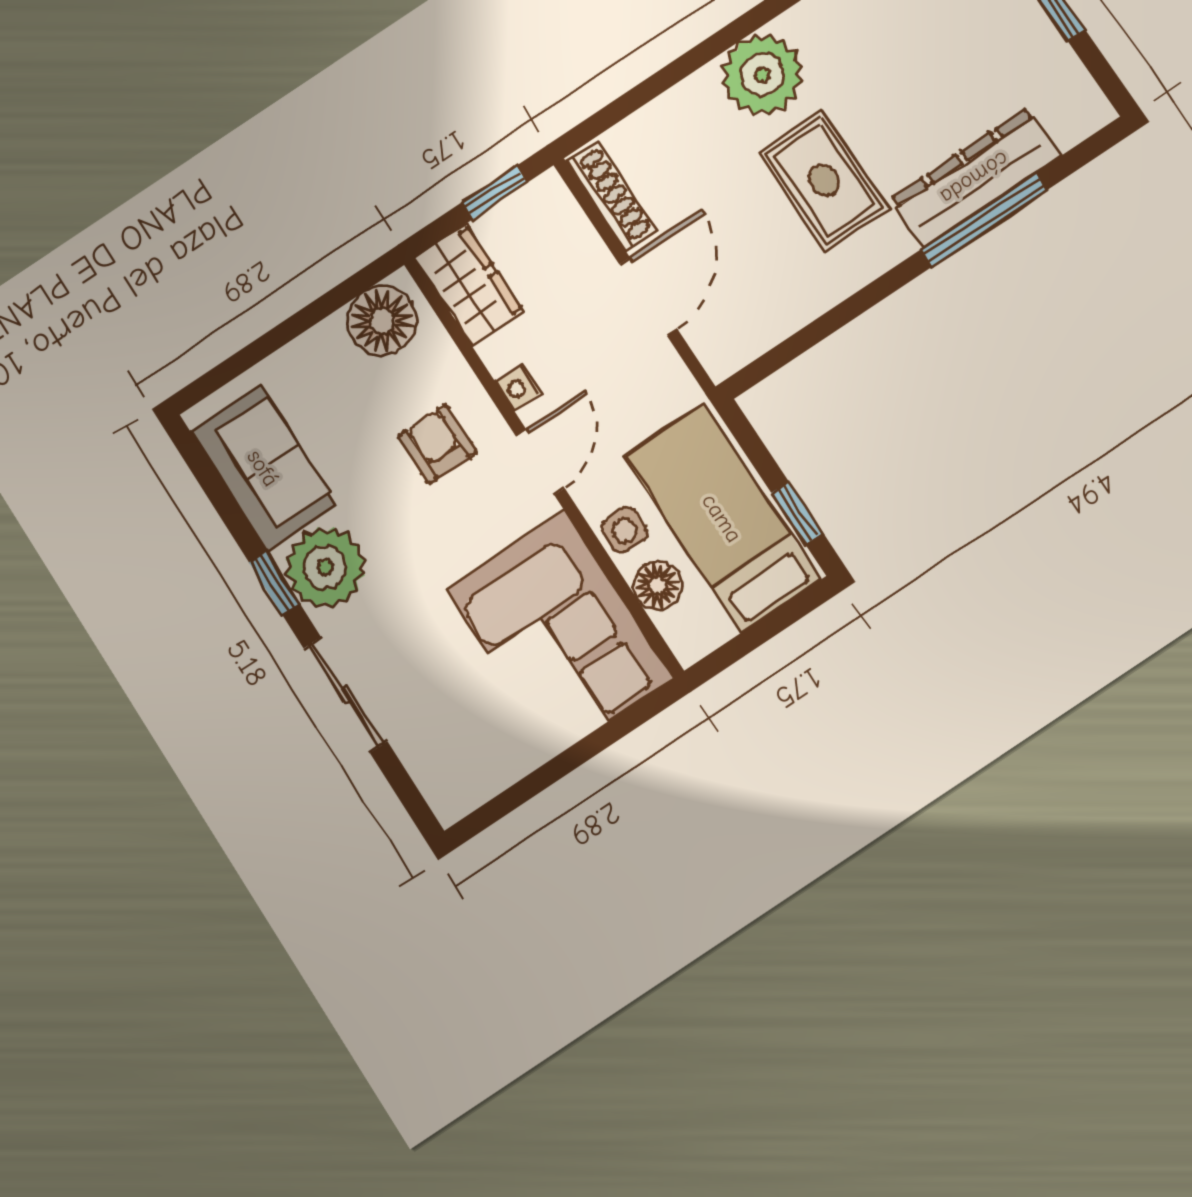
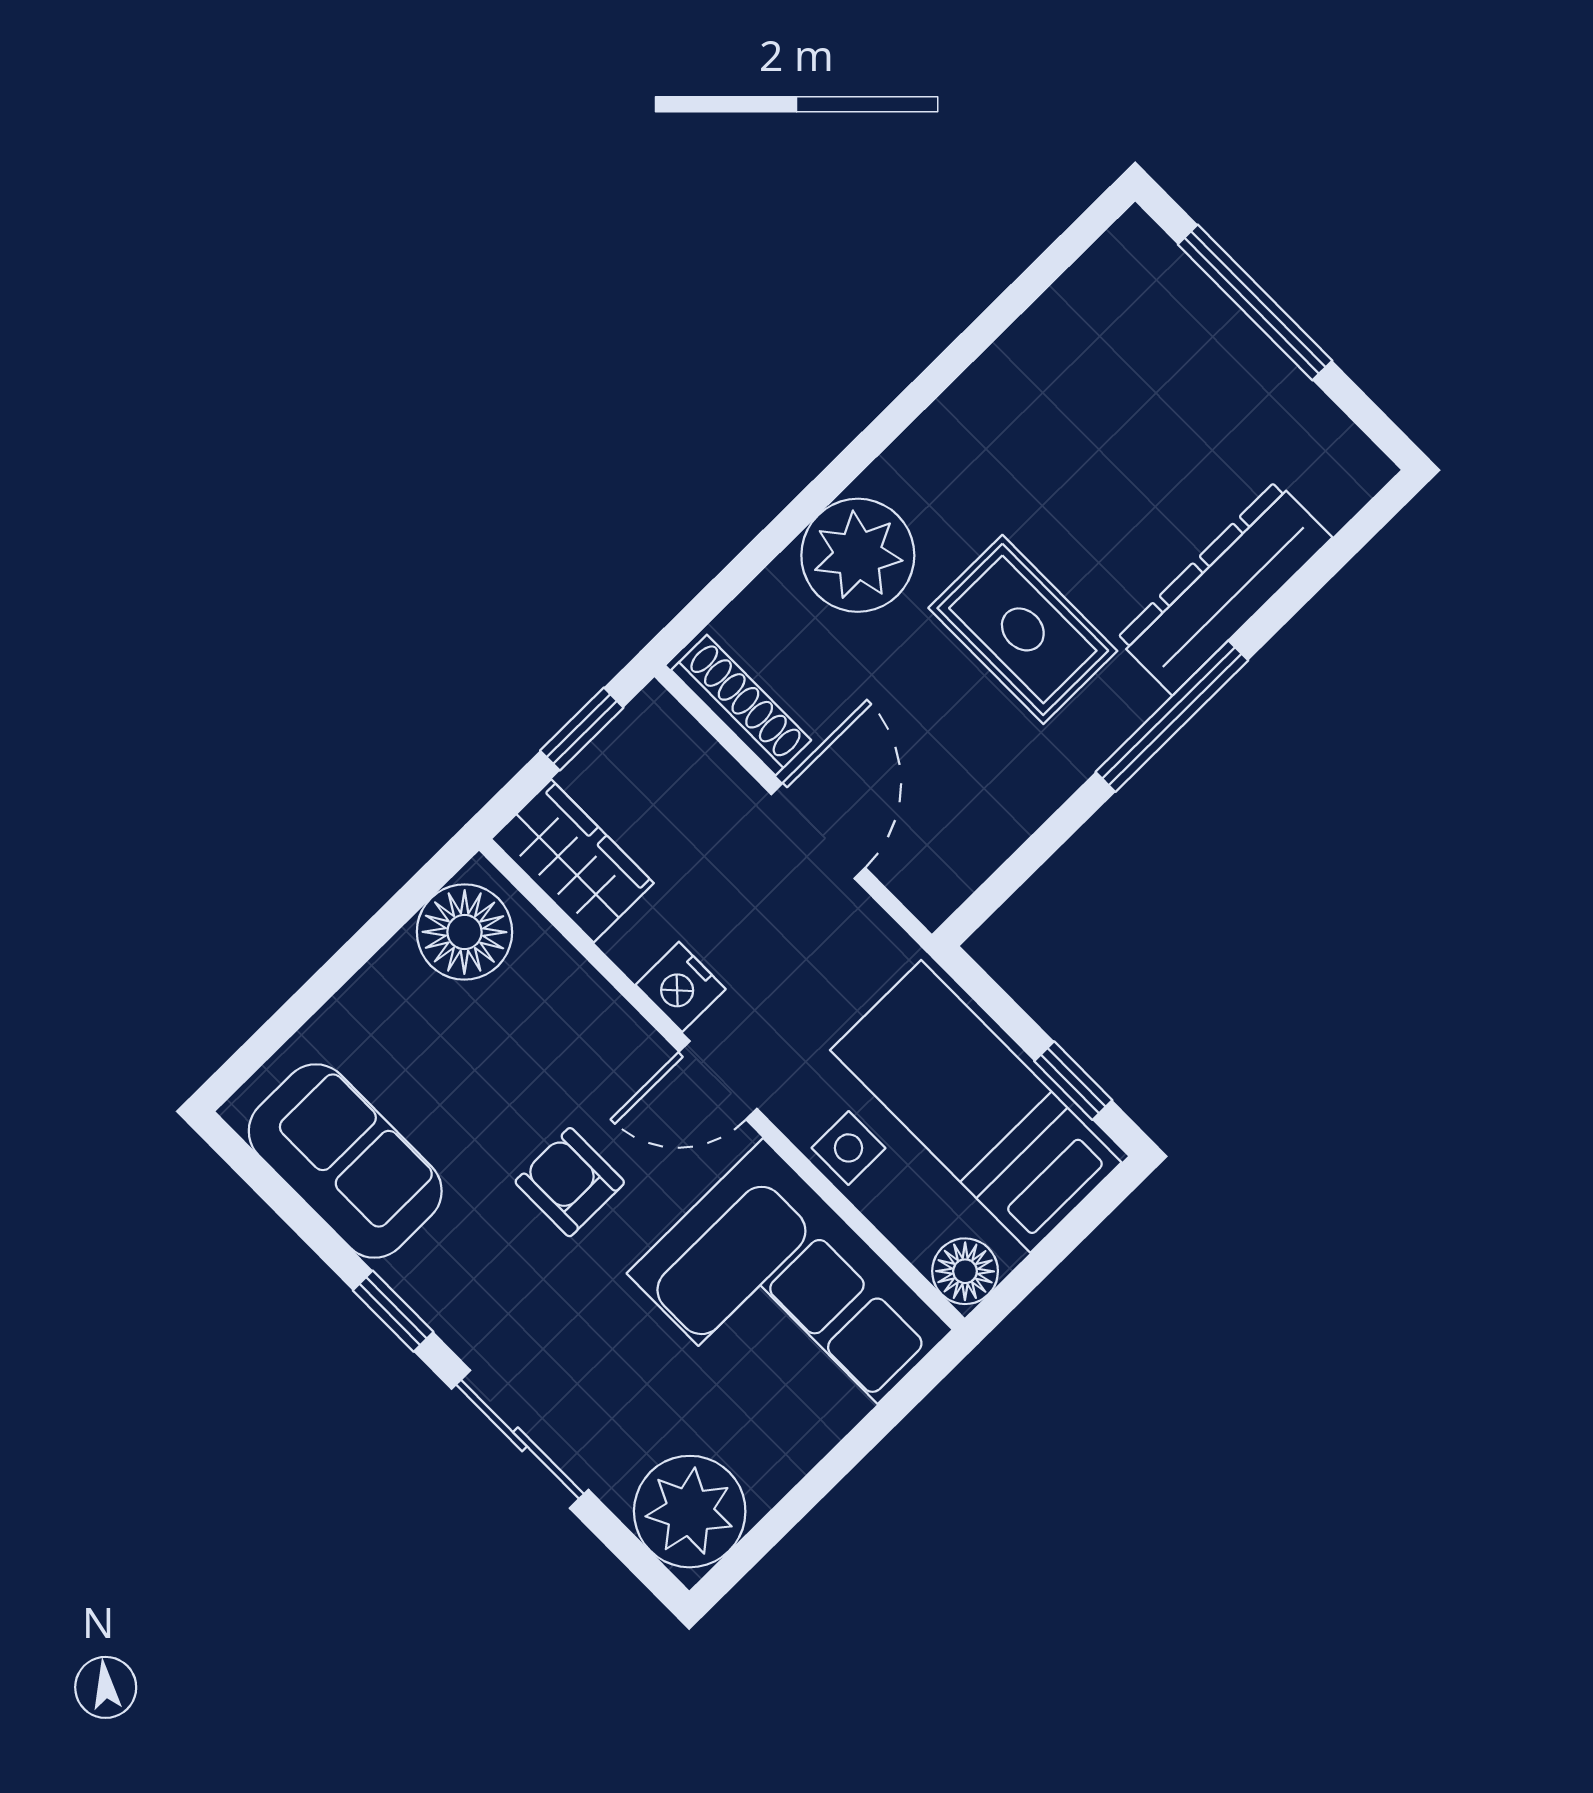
plant: (762, 75) -> (858, 555), moved
window: (984, 220) -> (1172, 716), moved
nightstand: (519, 387) -> (681, 987), width x1.39, depth x1.35
armchair: (437, 444) -> (570, 1182), moved
door: (540, 462) -> (718, 1080), swing flipped
plant: (325, 567) -> (690, 1512), moved
floor lamp: (657, 586) -> (965, 1271), moved

